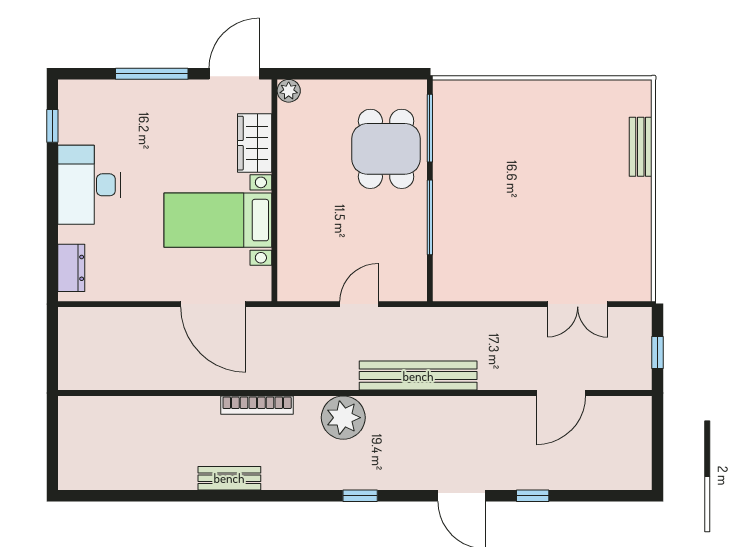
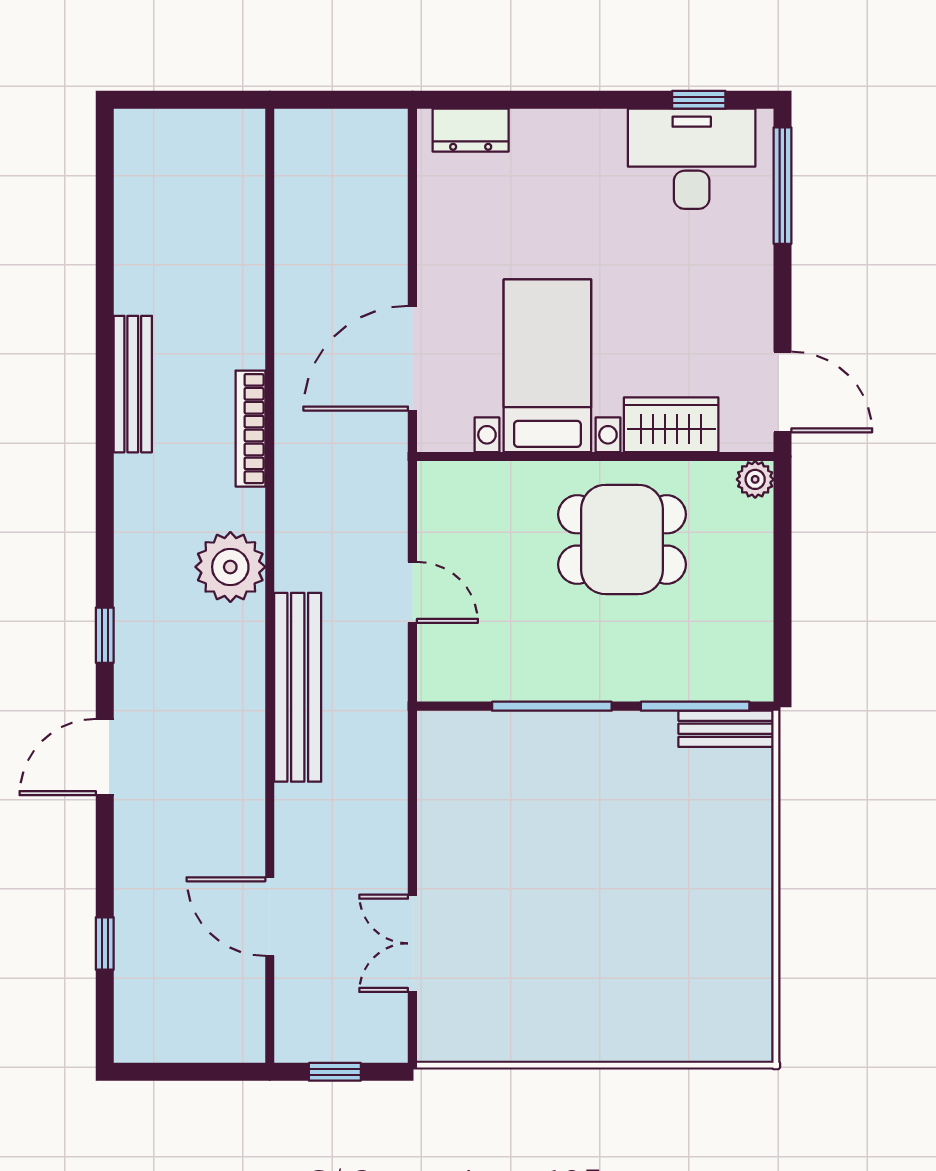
window: (152, 74) -> (783, 186), moved
bench: (641, 147) -> (726, 729), moved
dining table: (386, 149) -> (622, 539), moved
desk: (89, 185) -> (692, 159), moved
bench: (229, 478) -> (133, 384), width x1.36
window: (360, 496) -> (105, 635), moved
window: (533, 496) -> (105, 943), moved

